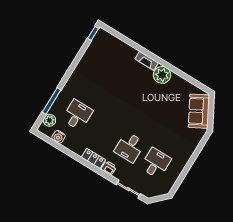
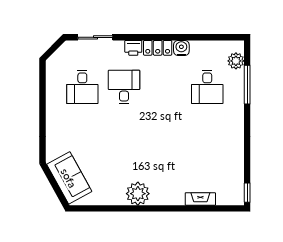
fireplace: (147, 61) -> (200, 199), moved
water cooler: (58, 137) -> (181, 48), moved

